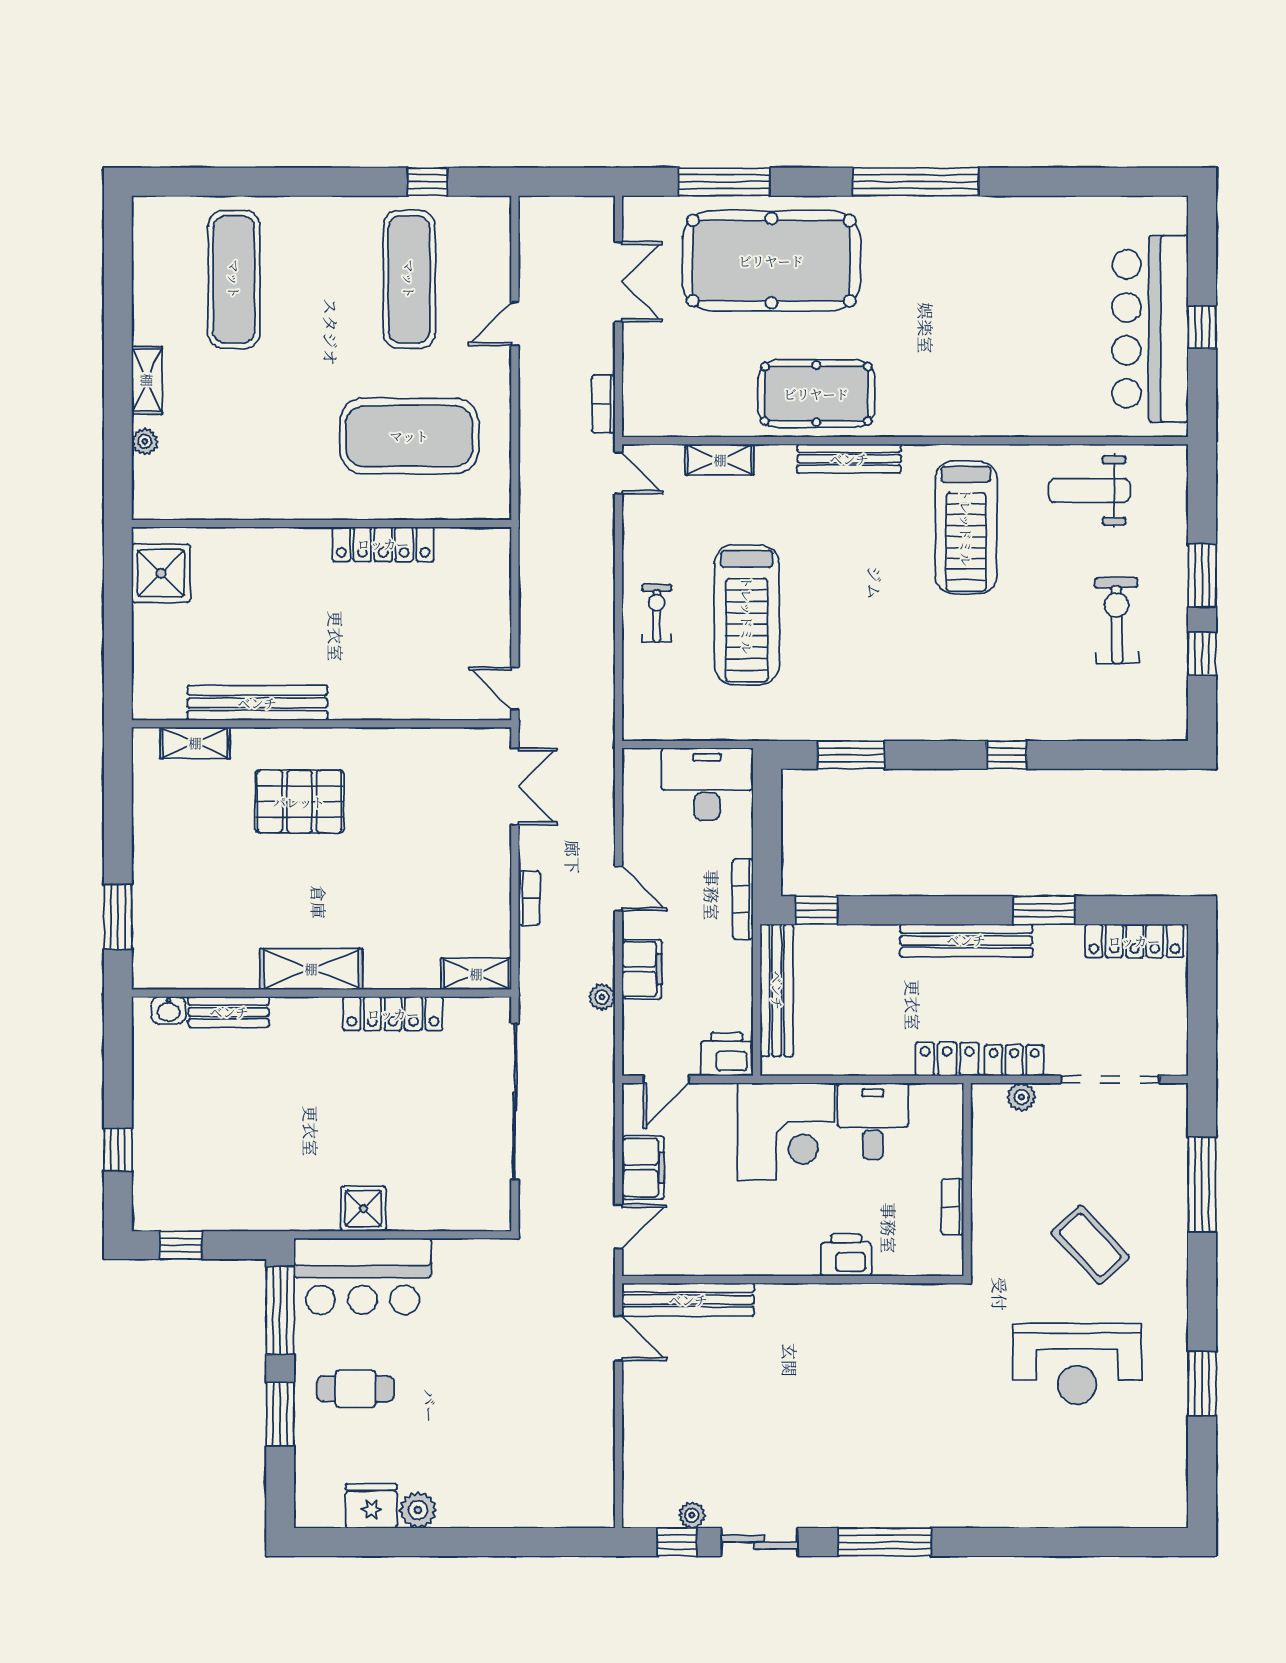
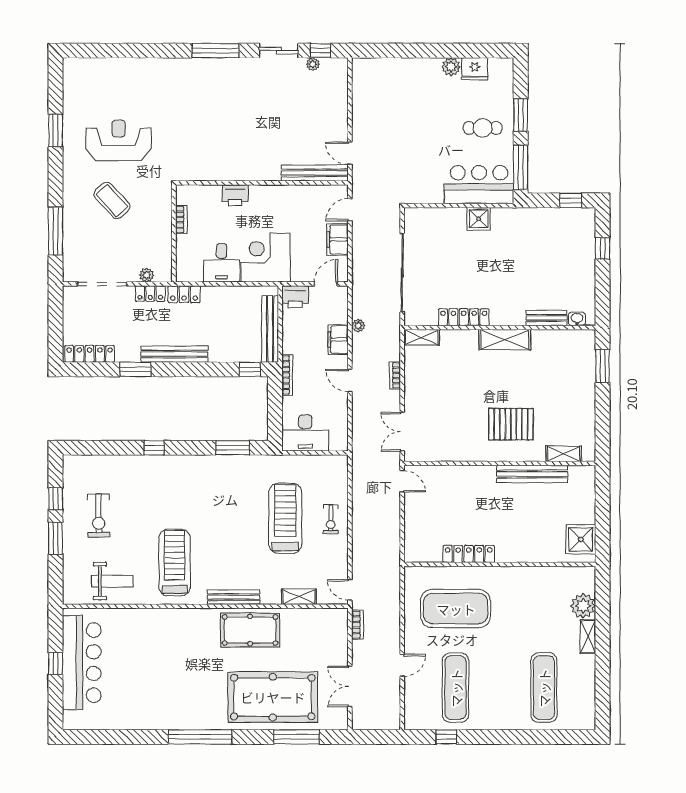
plant: (145, 441) -> (583, 606), width x1.87, depth x1.87

